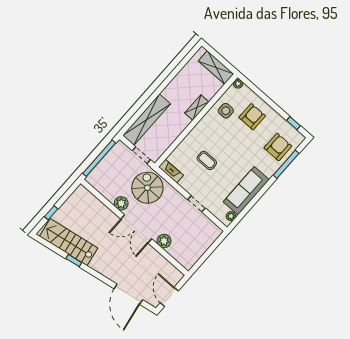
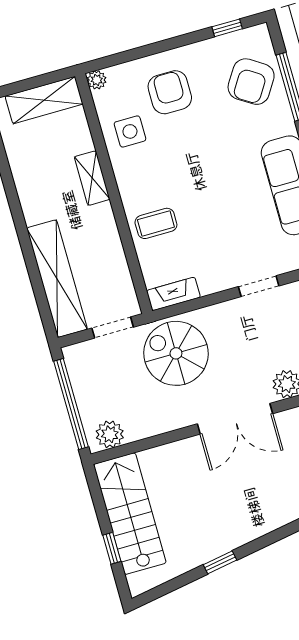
armchair: (278, 147) -> (251, 82), turned -147
coffee table: (207, 160) -> (156, 223), moved
plant: (121, 203) -> (110, 434), moved
stairs: (69, 242) -> (130, 514), moved, turned 100

